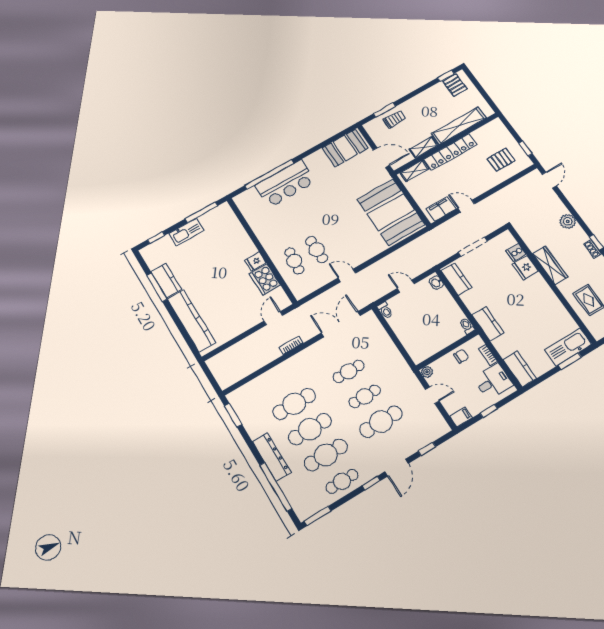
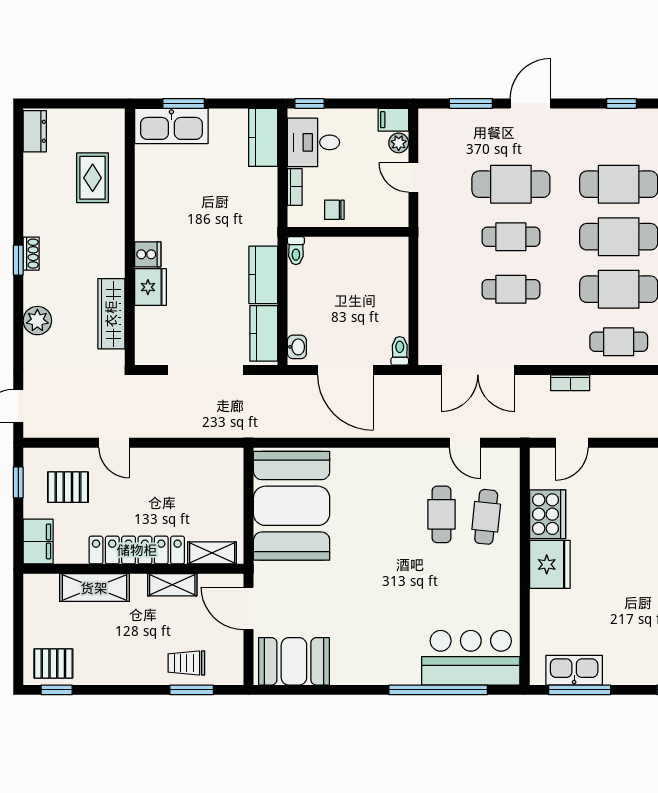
pallet: (455, 85) -> (53, 663), turned 90
shelving: (459, 126) -> (94, 588), width x0.68
bar counter: (285, 184) -> (471, 658), moved
door: (466, 206) -> (114, 443), moved
filing cabinet: (441, 209) -> (38, 542), moved, turned -90
kitchen sink: (186, 232) -> (574, 670), moved
doorway: (473, 247) -> (206, 370), width x1.36
cooker: (516, 252) -> (148, 254), moved
fridge: (255, 261) -> (550, 564), width x1.88, depth x1.34
wardrobe: (550, 265) -> (111, 314), moved
door: (347, 275) -> (465, 443), moved
door: (406, 286) -> (345, 370), width x1.88
kitchen counter: (488, 324) -> (263, 275), moved
plant: (427, 372) -> (399, 143), moved
window: (489, 411) -> (310, 103), moved
window: (427, 449) -> (471, 103), width x1.50
cafe table: (342, 481) -> (619, 342), moved
window: (371, 483) -> (621, 103), moved

